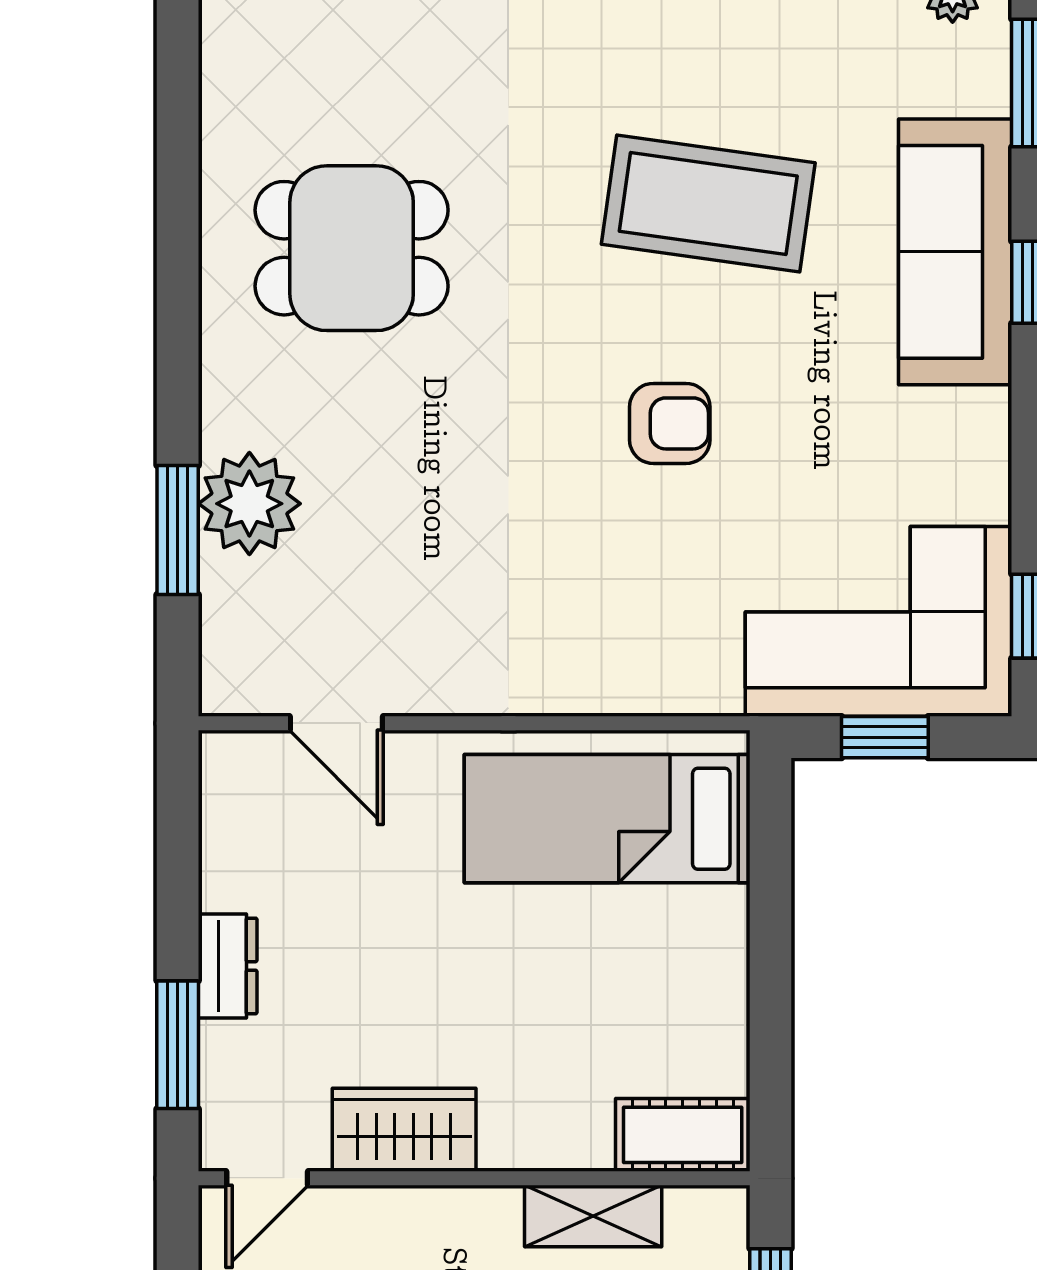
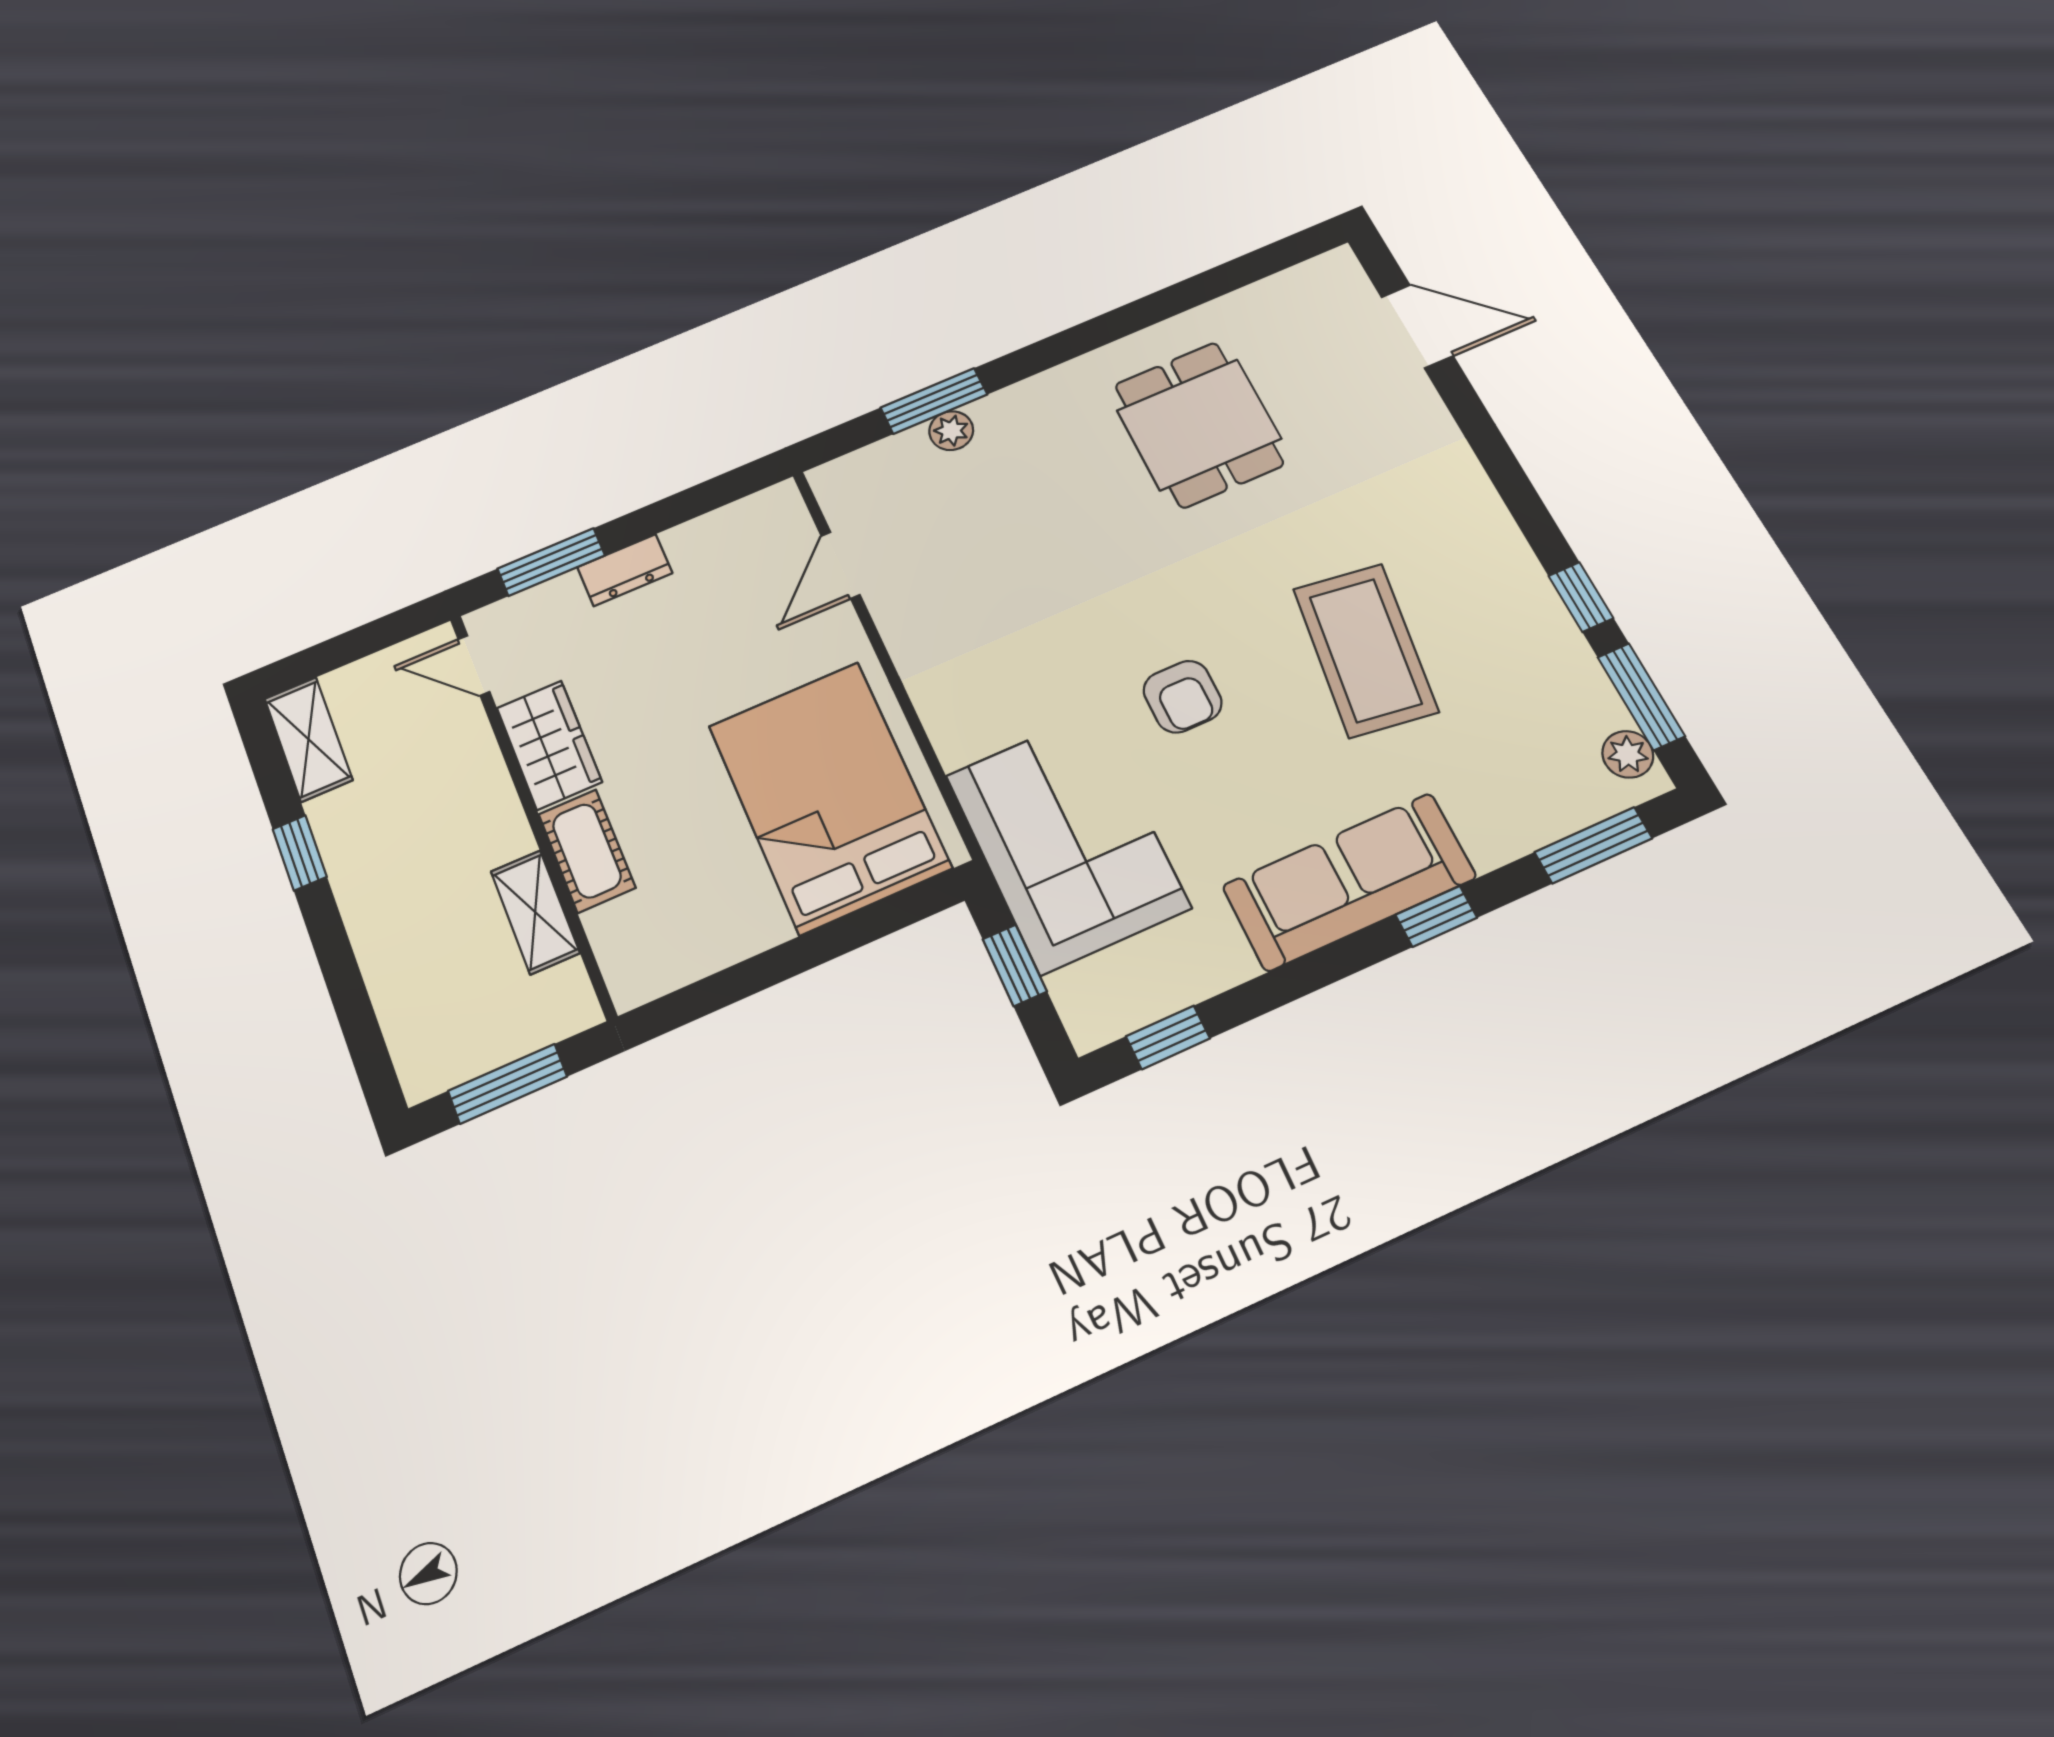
sofa: (955, 252) -> (1349, 882), moved
plant: (249, 504) -> (951, 431), width x0.53, depth x0.53
corner sofa: (879, 621) -> (1067, 841), moved
bed: (607, 819) -> (829, 796), width x1.50
cot: (683, 1135) -> (587, 851), moved

